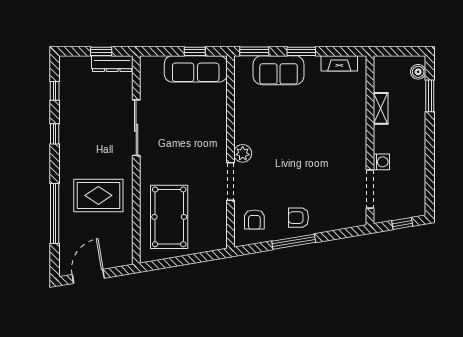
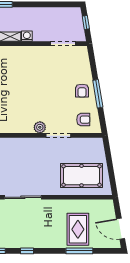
washing machine: (381, 162) -> (27, 36), moved
rug: (98, 195) -> (78, 229), moved
window: (55, 214) -> (79, 251), width x0.68

